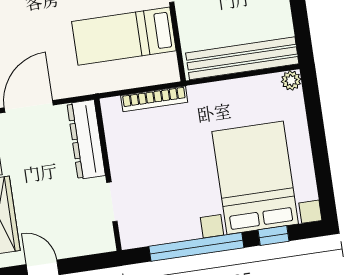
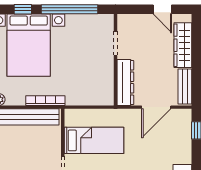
bookcase: (154, 99) -> (45, 101), moved

